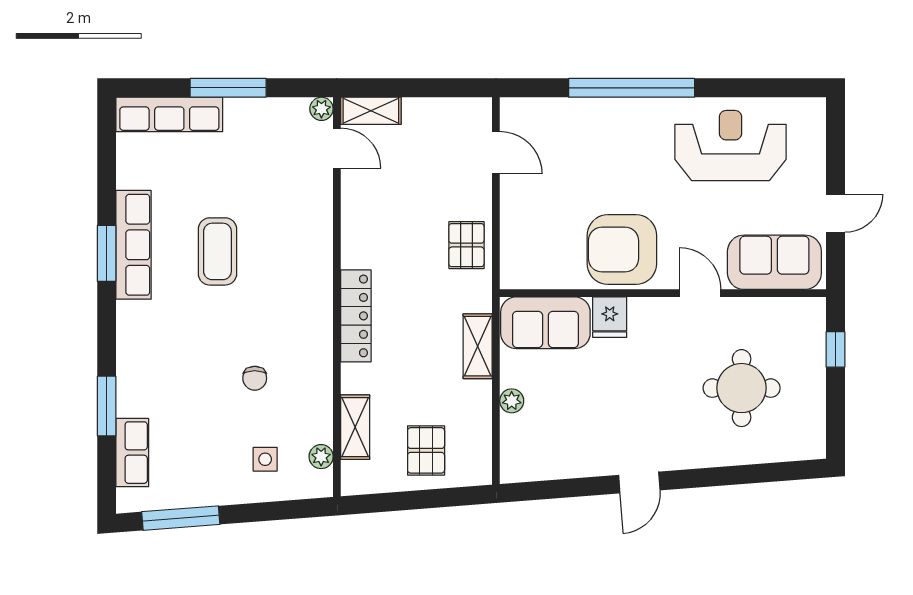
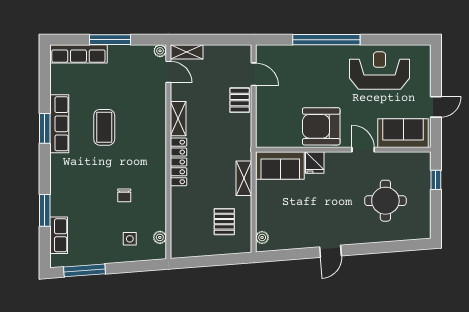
pallet: (466, 245) -> (240, 100), moved
plant: (512, 401) -> (262, 237), moved
shelving: (355, 427) -> (178, 119), moved
pallet: (426, 450) -> (224, 222), moved

